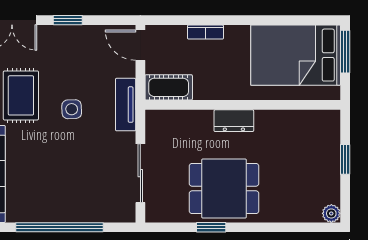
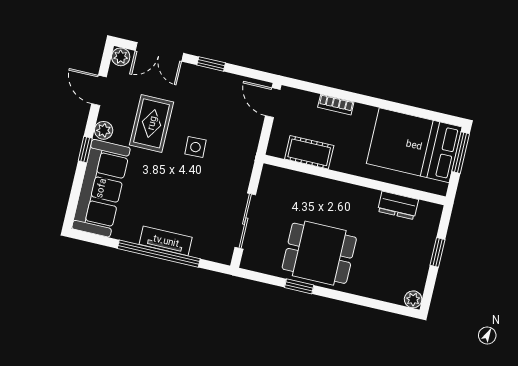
cot: (169, 87) -> (309, 152), moved
tv unit: (126, 105) -> (166, 241), moved, turned 90
dresser: (234, 121) -> (398, 205), moved

